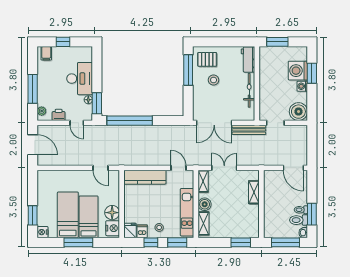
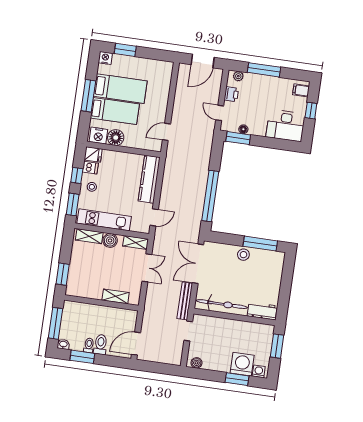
pallet: (207, 59) -> (269, 266), removed
desk: (80, 79) -> (286, 126), moved
stool: (214, 80) -> (243, 255), moved
washing machine: (302, 86) -> (259, 371), moved
bicycle: (249, 90) -> (222, 304), width x1.37, depth x1.40
boiler: (298, 112) -> (196, 363), width x0.54, depth x0.54
window: (130, 121) -> (210, 196), moved
door: (77, 123) -> (220, 113), hinge flipped
toilet: (299, 220) -> (101, 344), moved

